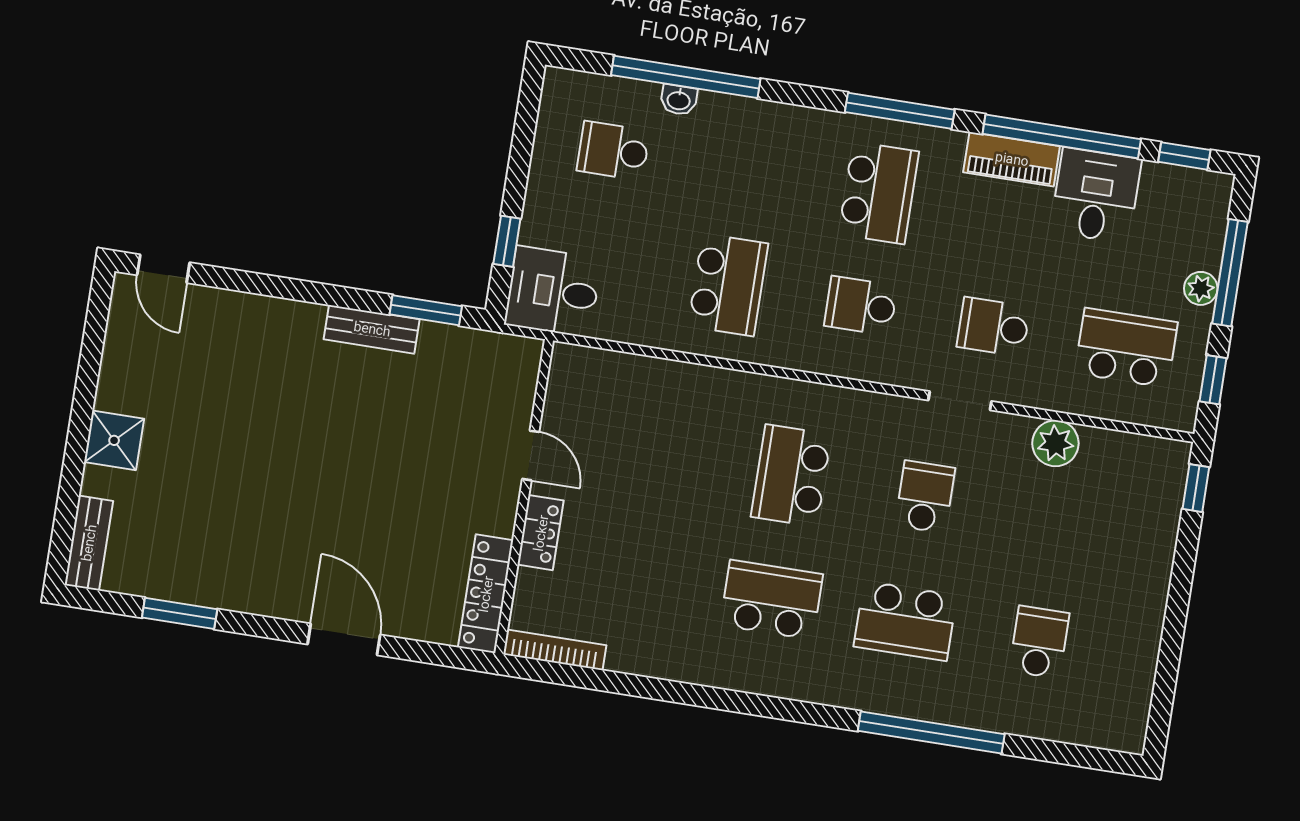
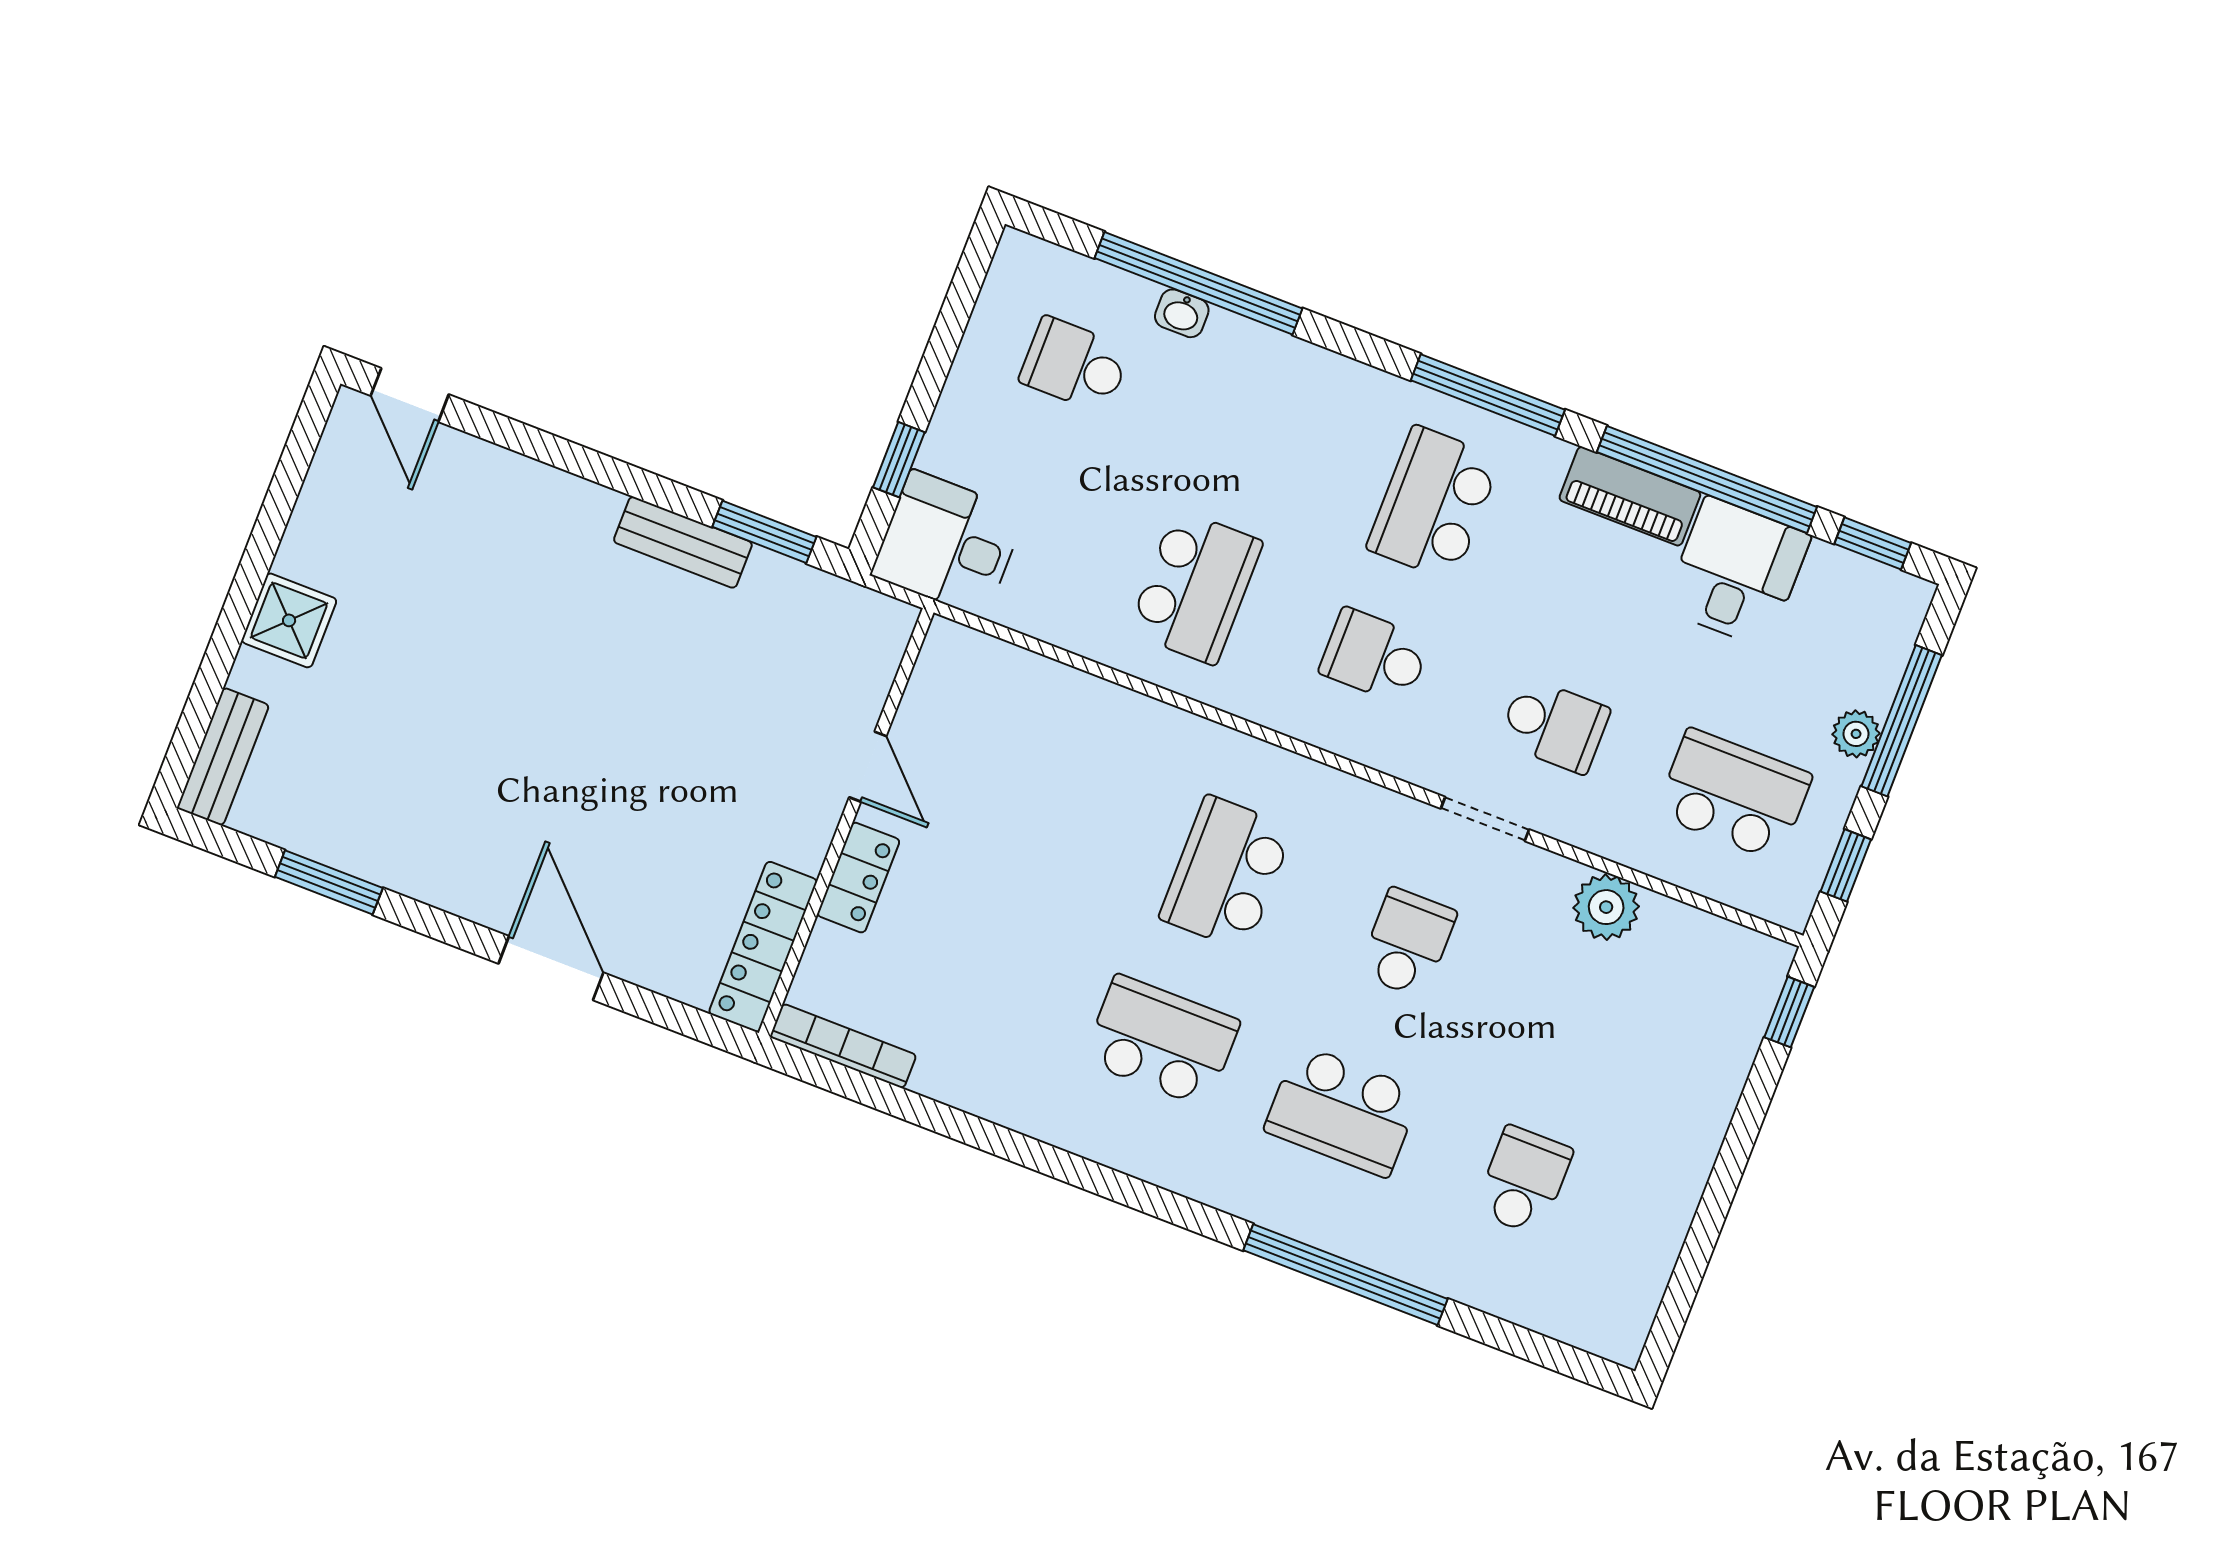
school desk: (879, 193) -> (1434, 503), turned 180
school desk: (993, 327) -> (1554, 725), turned 180

